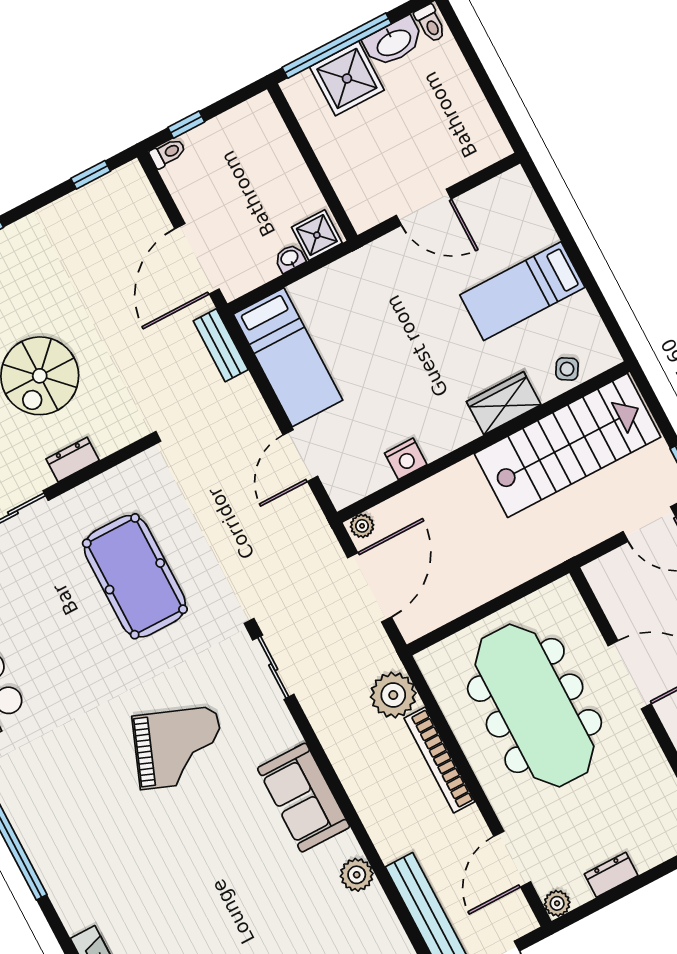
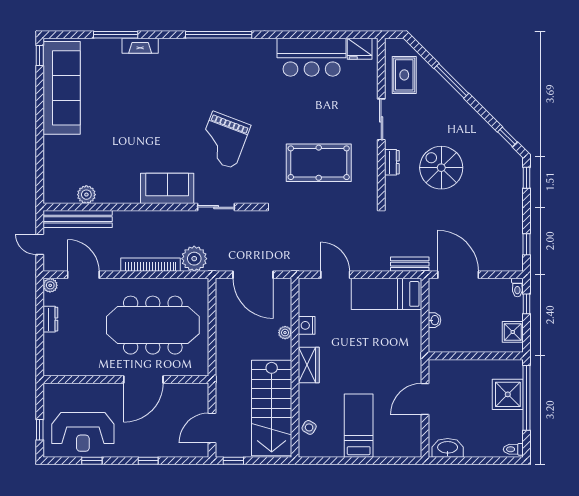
washbasin: (393, 42) -> (448, 448), moved, turned 90
shower: (317, 235) -> (513, 332), moved
wardrobe: (504, 403) -> (309, 365), moved
plant: (362, 526) -> (285, 333), moved
sliding door: (273, 667) -> (216, 207), moved
plant: (357, 875) -> (86, 195), moved

